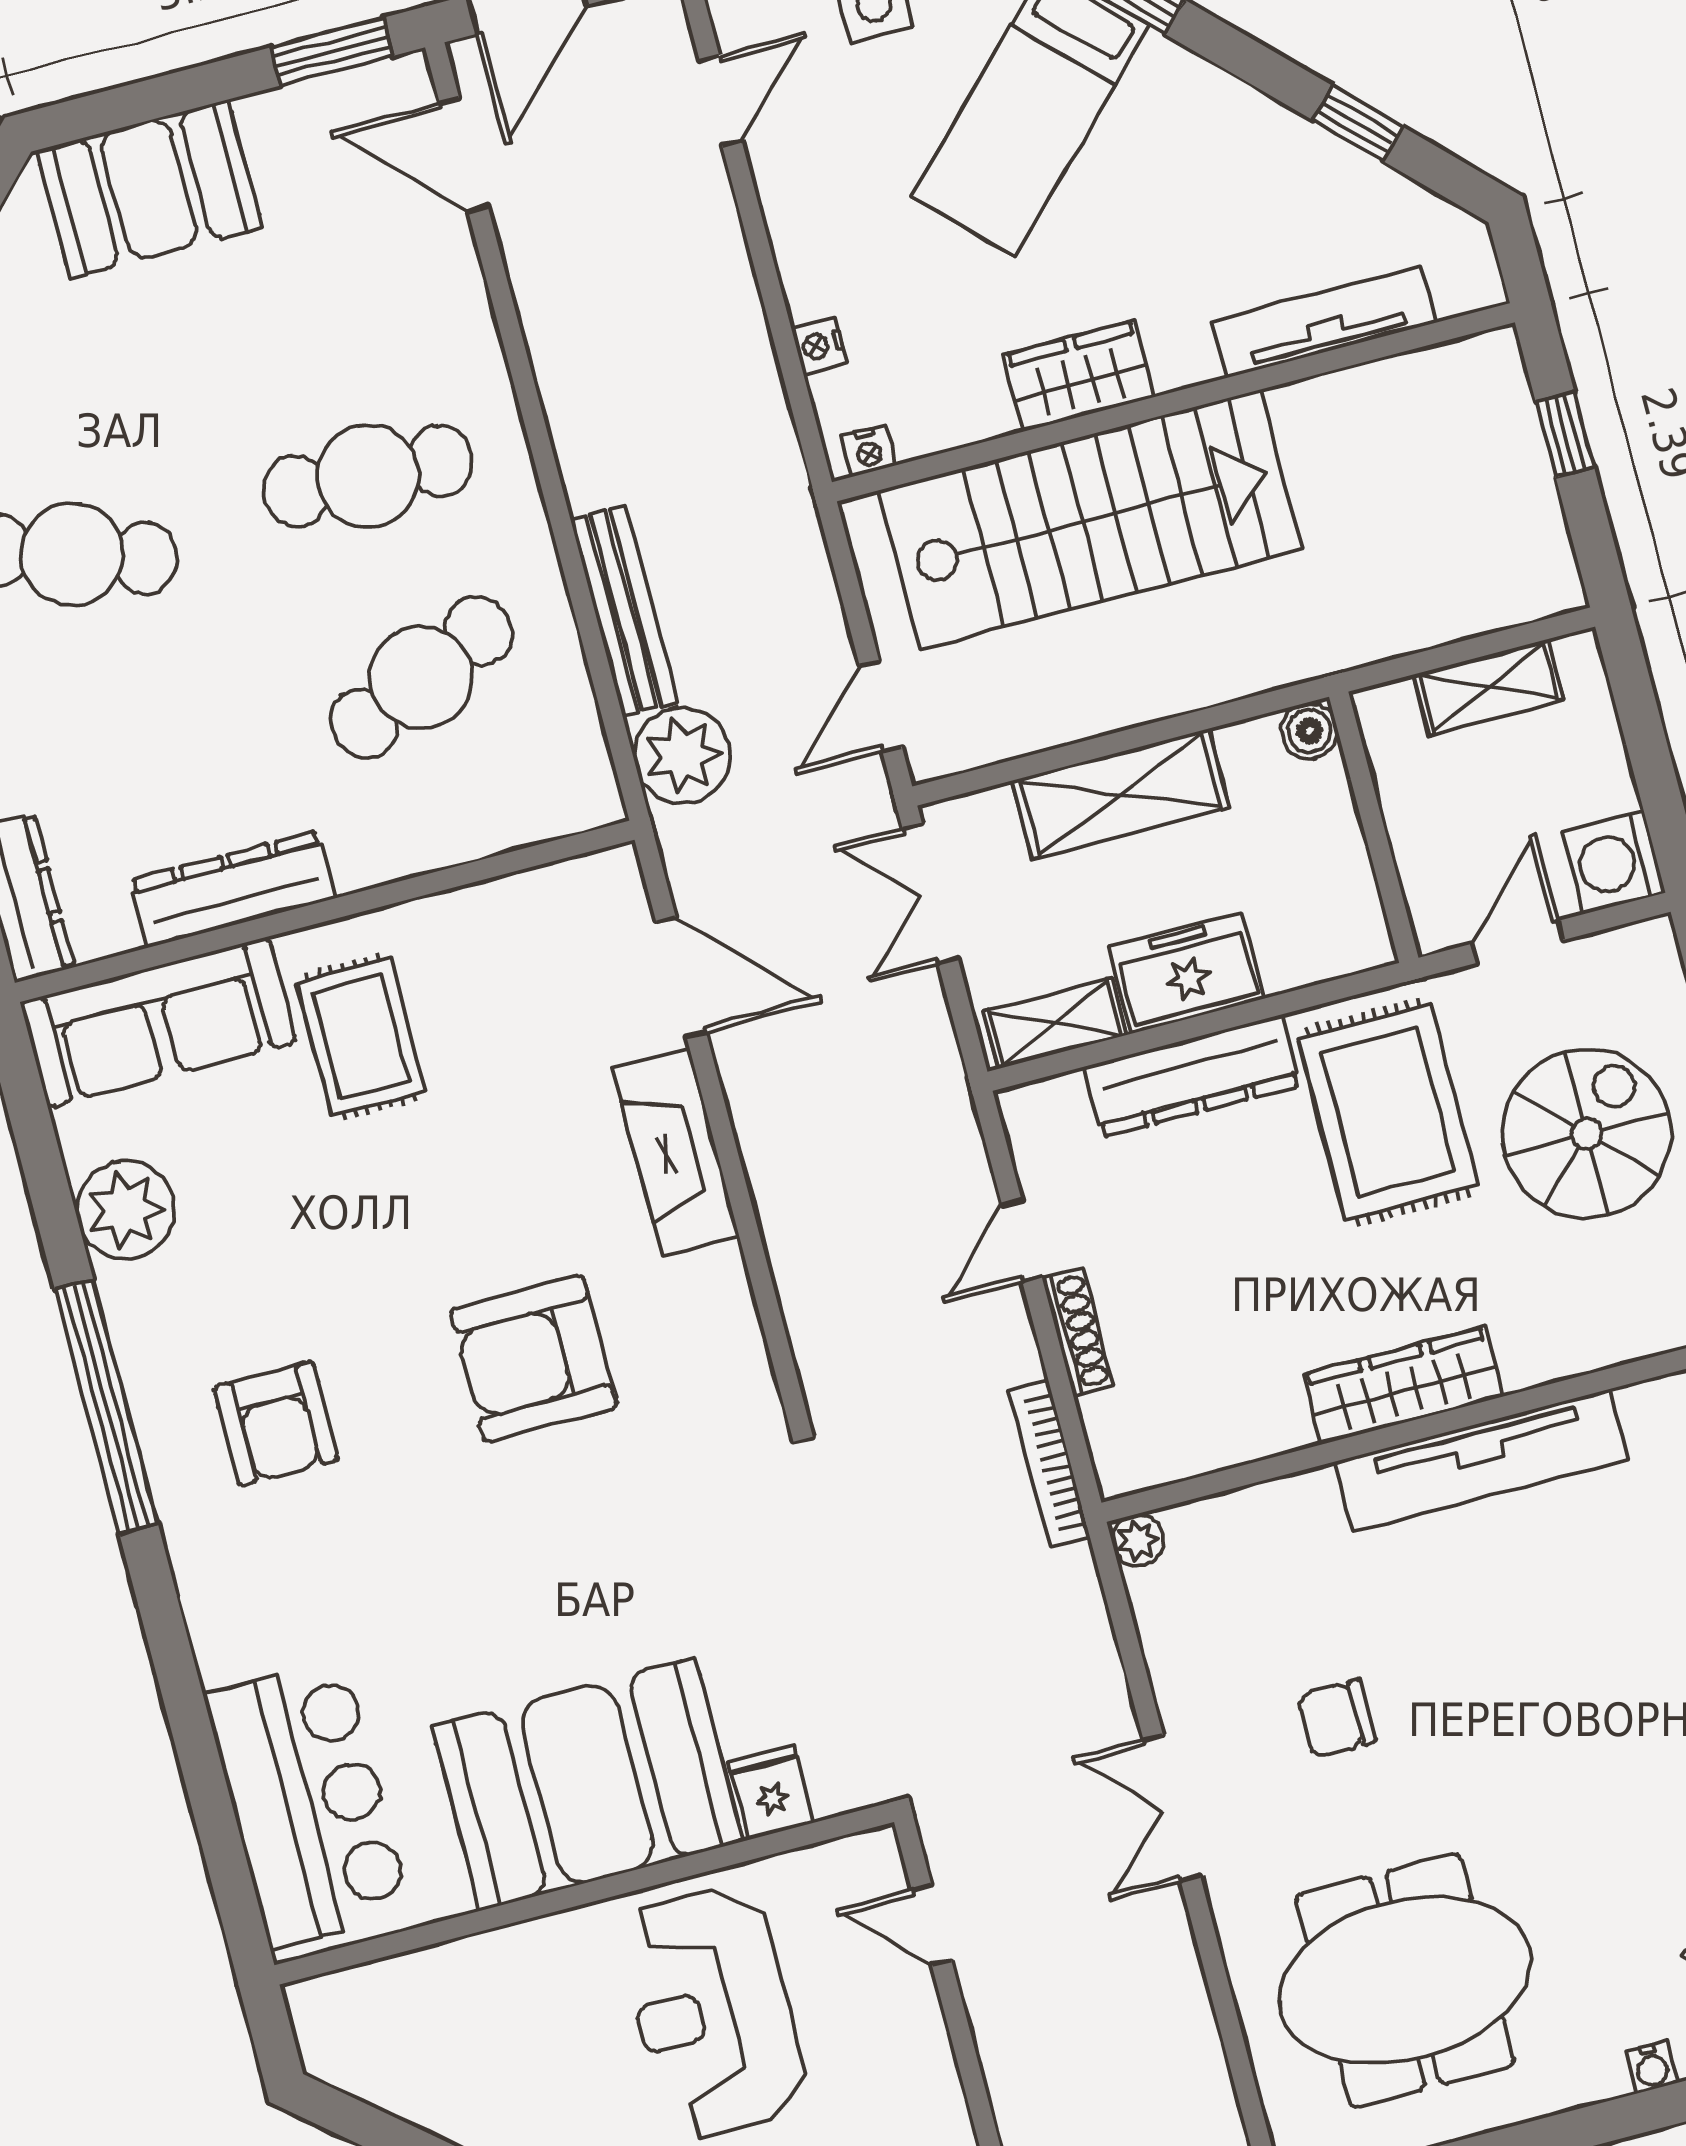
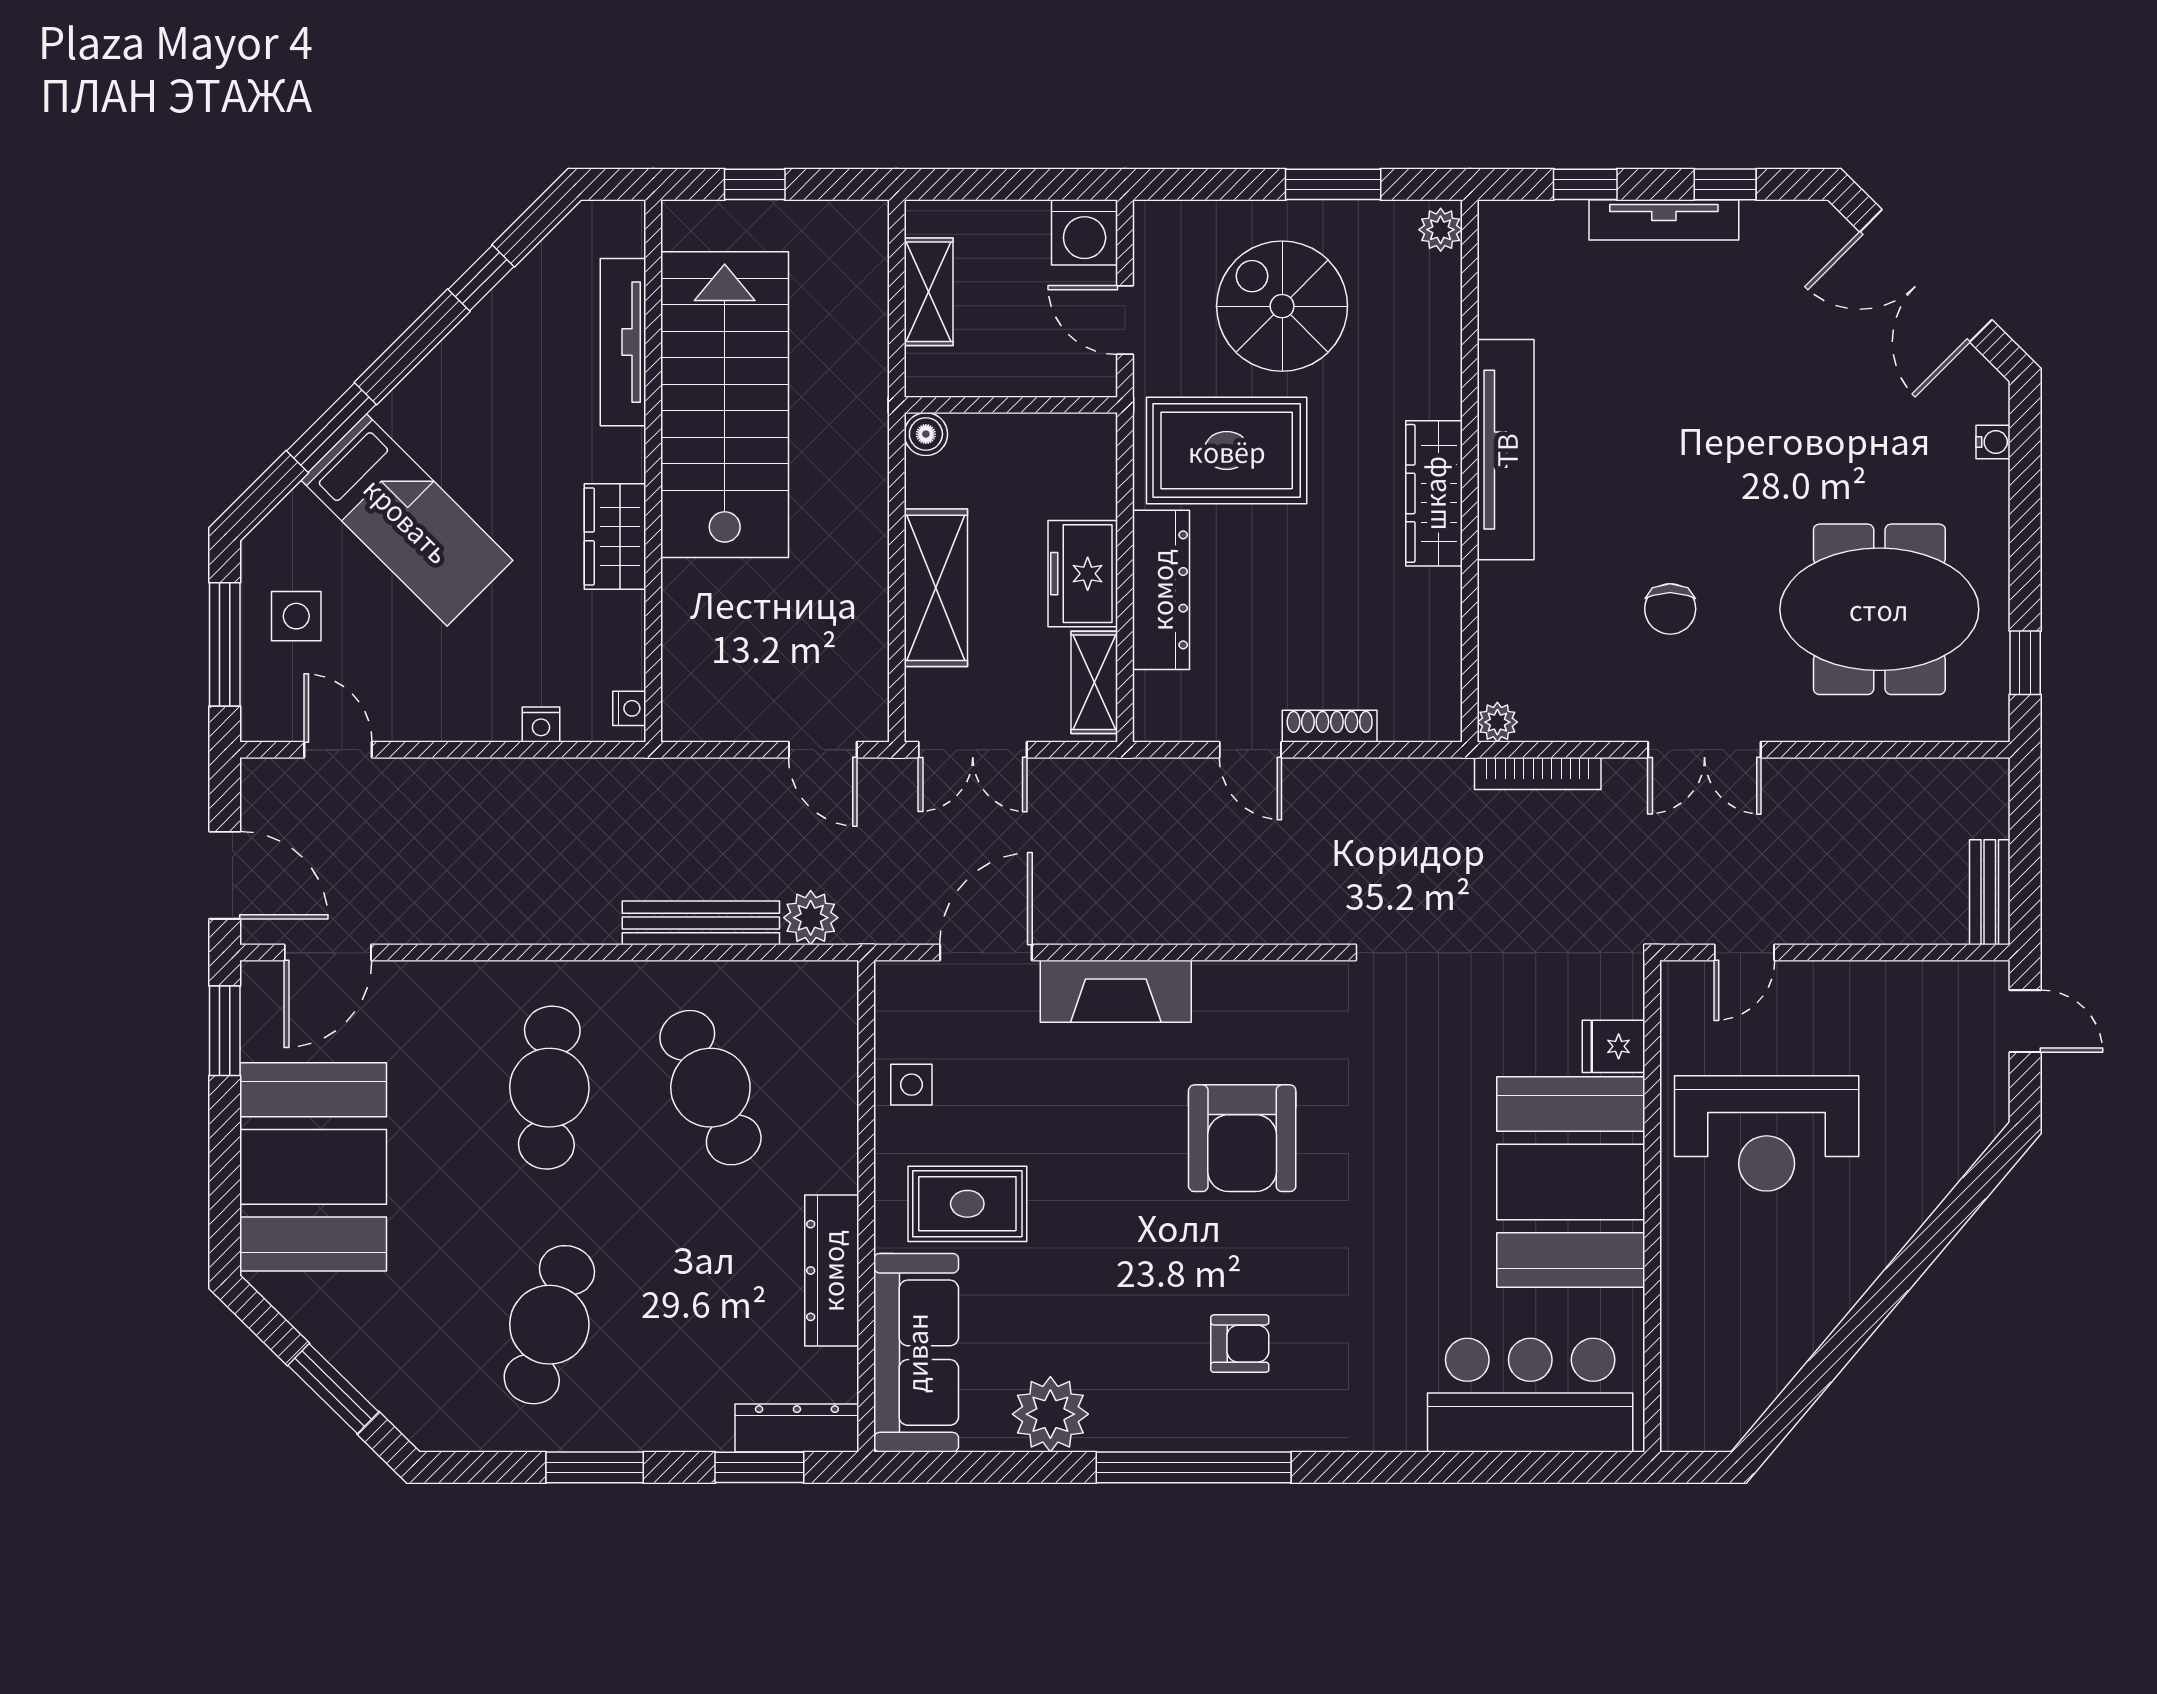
booth: (149, 189) -> (313, 1167), width x1.36, depth x1.42
stairs: (1090, 520) -> (725, 405), moved
plant: (682, 756) -> (811, 918), width x0.73, depth x0.73
side table: (491, 928) -> (911, 1085), added
armchair: (276, 1423) -> (1240, 1344), width x0.72, depth x0.72
bookcase: (1049, 1464) -> (1538, 773), moved
meeting table: (1405, 1980) -> (1879, 609), turned 90

